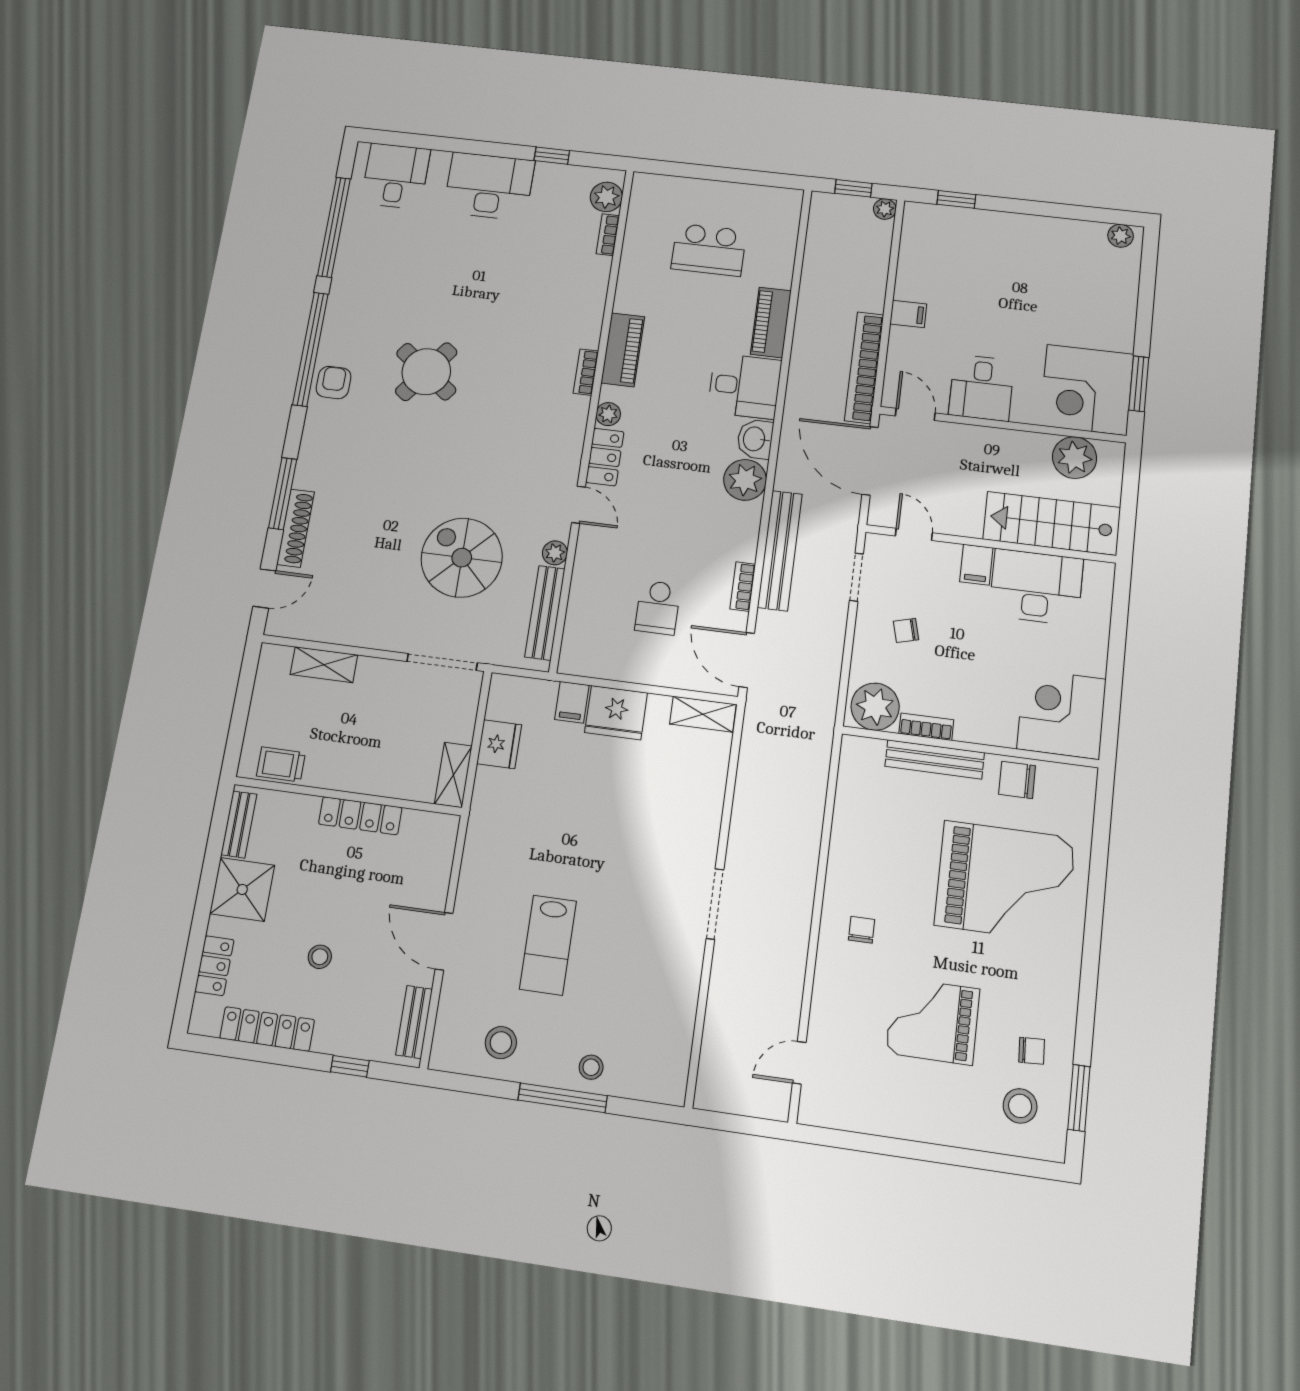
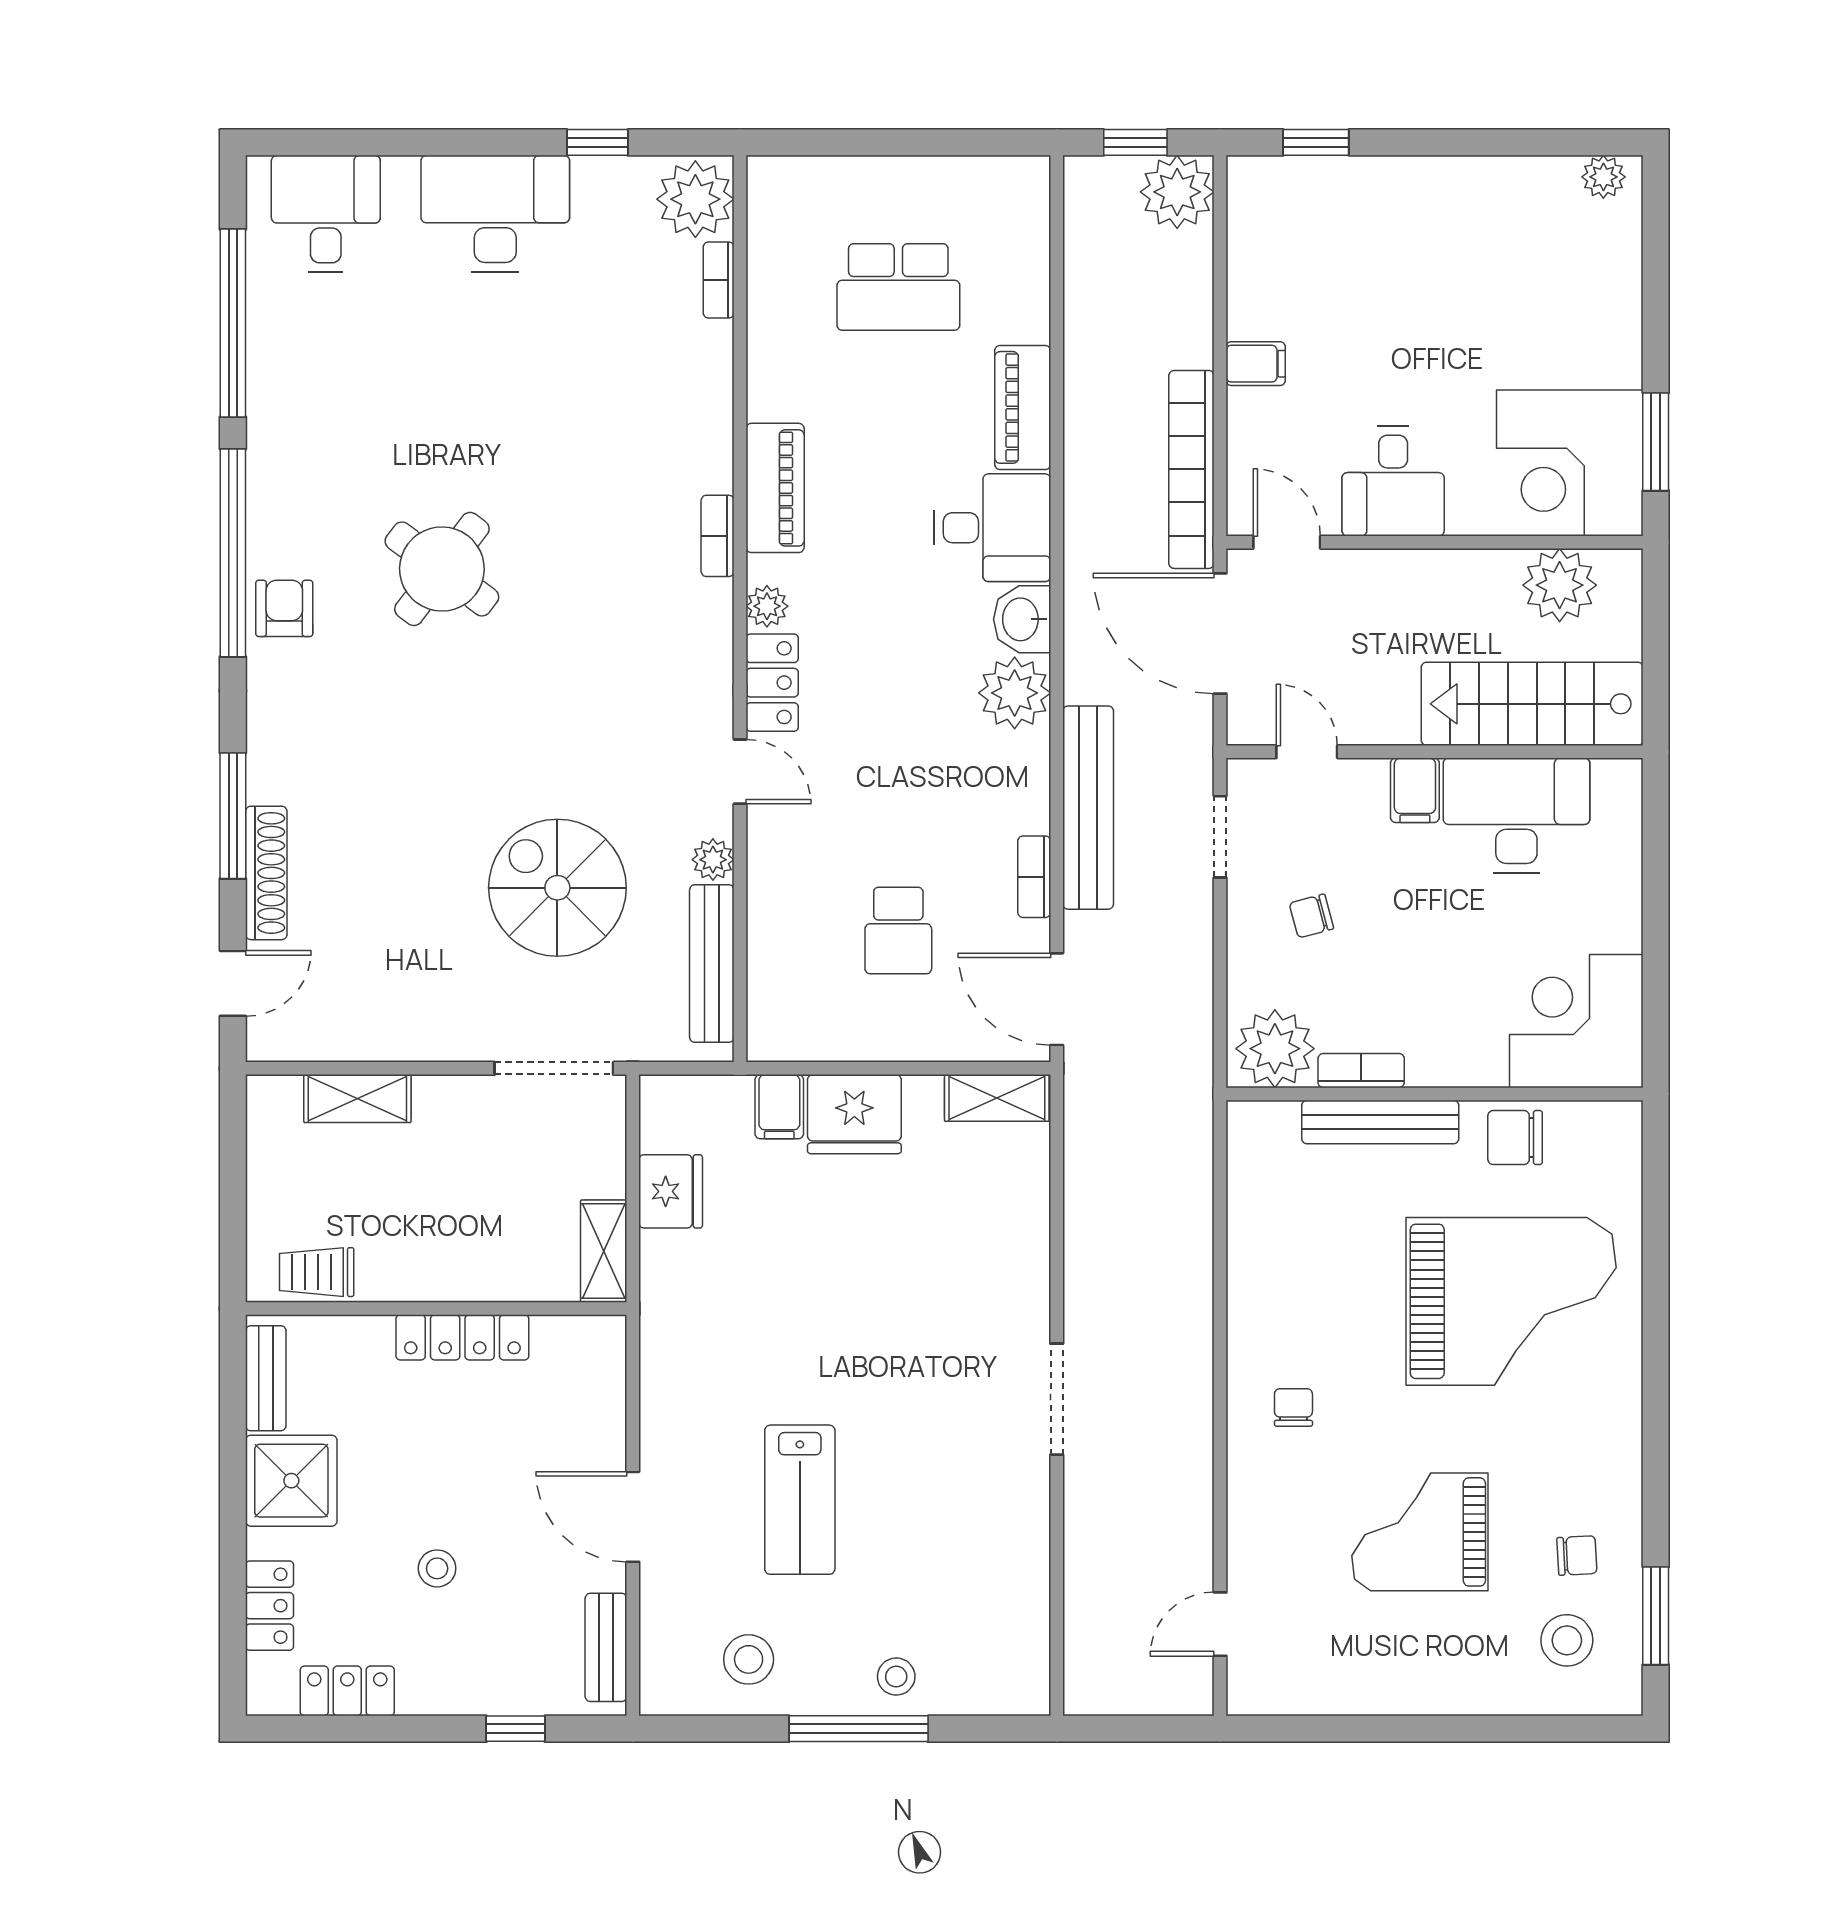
plant: (606, 197) -> (695, 199), width x1.36, depth x1.36
plant: (885, 209) -> (1177, 192), width x1.88, depth x1.88
locker: (267, 1029) -> (347, 1691), width x0.66

